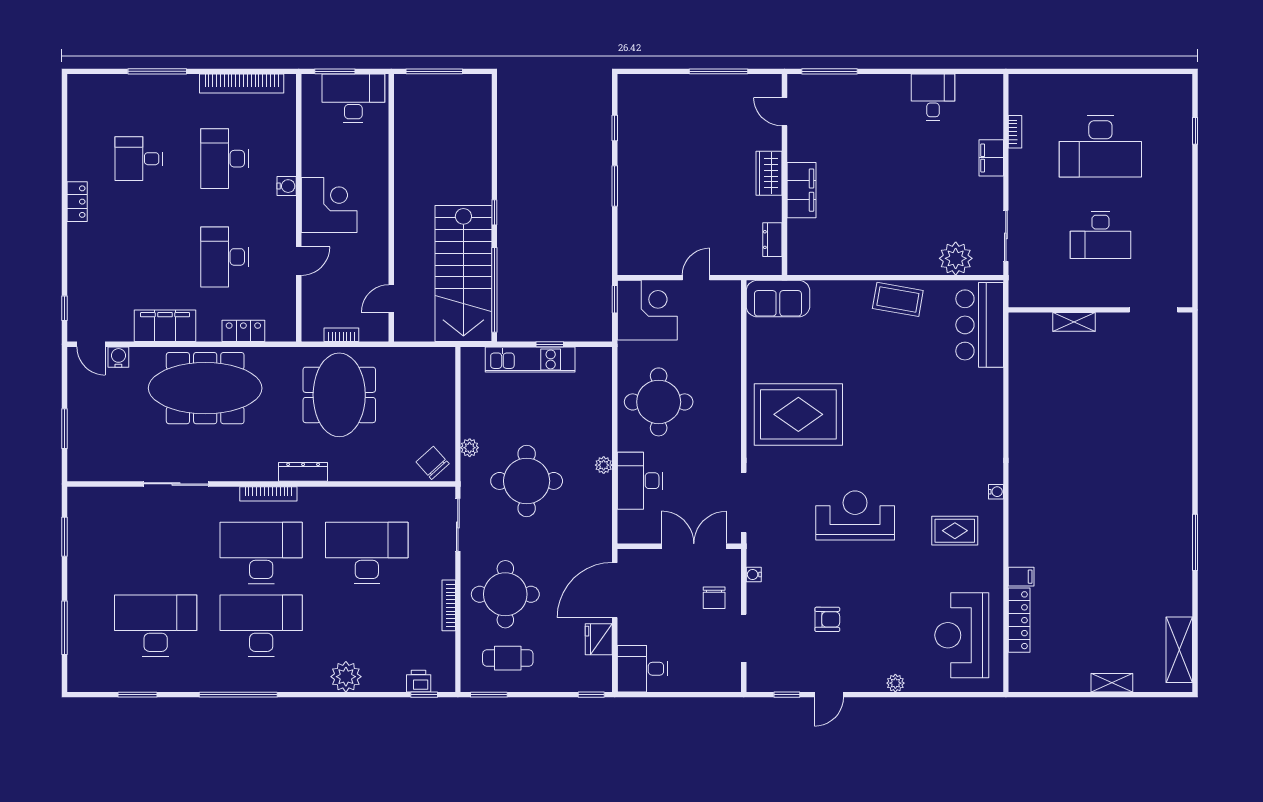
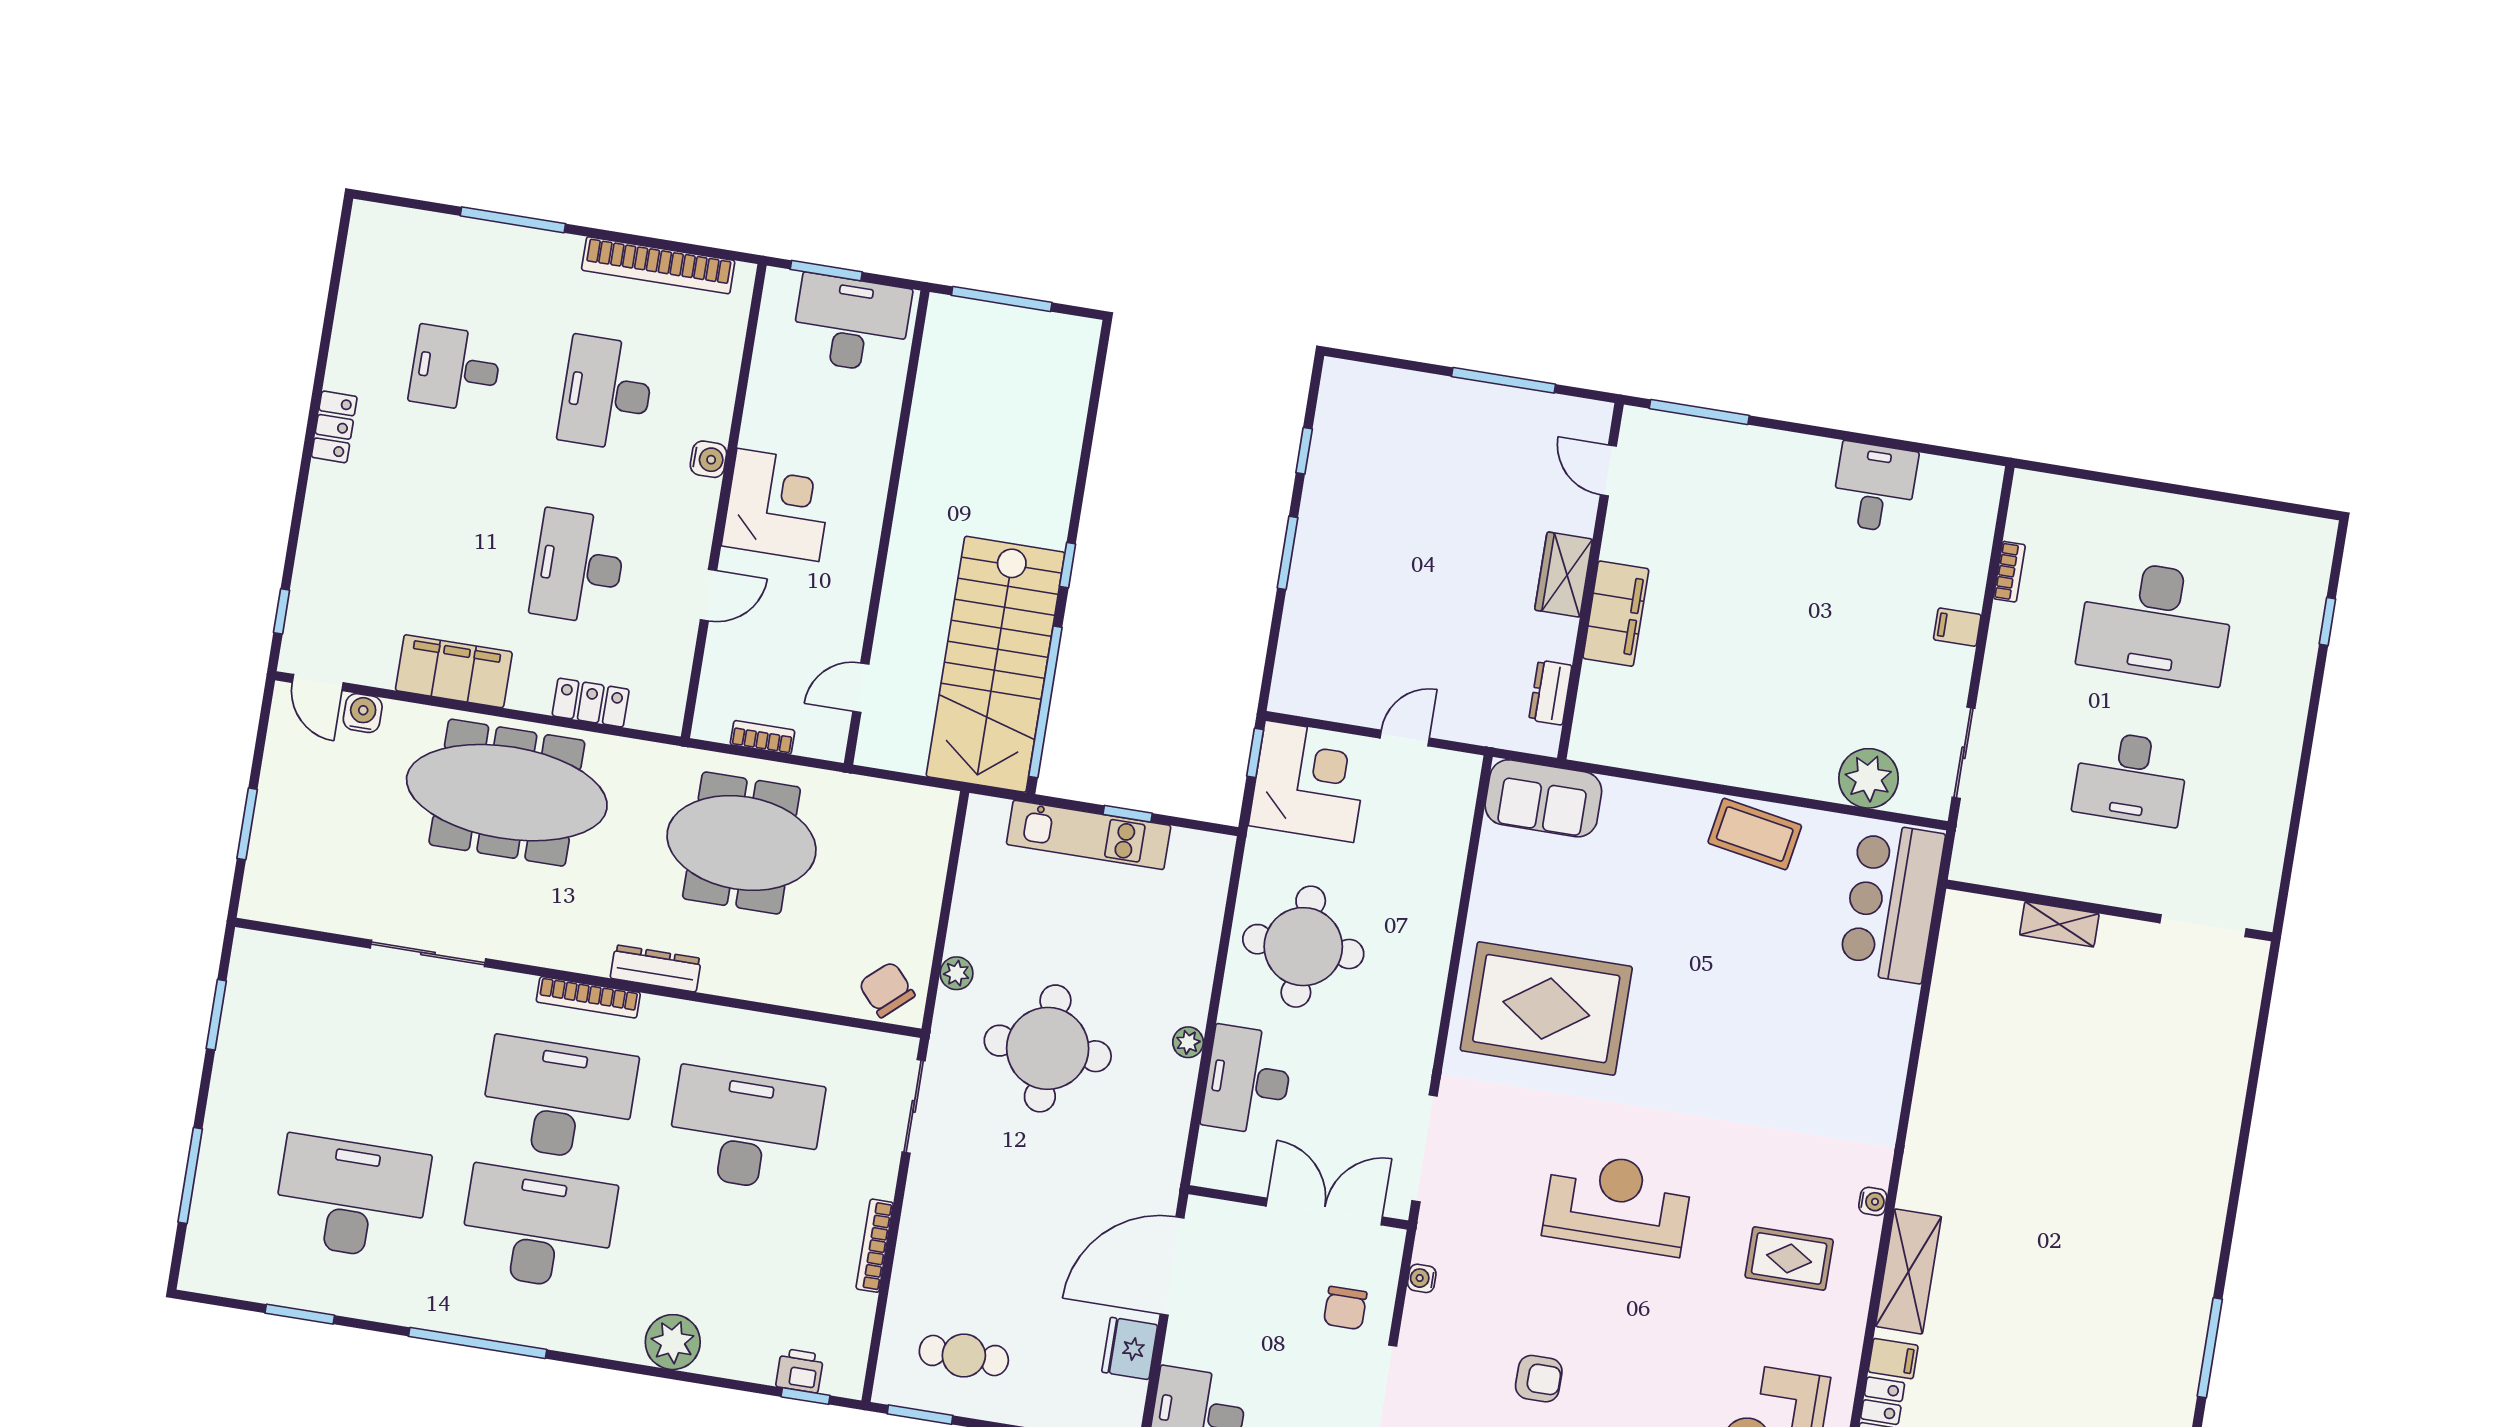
filing cabinet: (991, 158) -> (1957, 627), width x0.50
meeting table: (339, 395) -> (741, 843), turned 90
shelving: (1022, 527) -> (1908, 1271), added
round table: (505, 594) -> (978, 1242), removed

